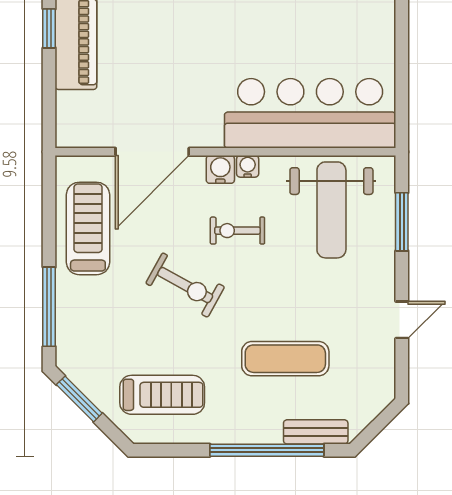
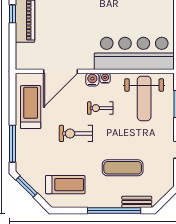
exercise bike: (185, 285) -> (76, 133), turned 151

